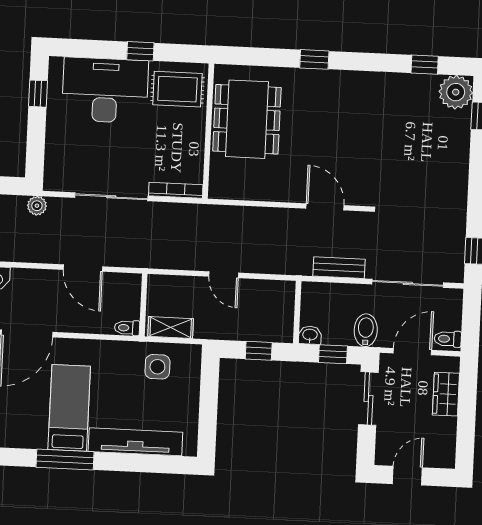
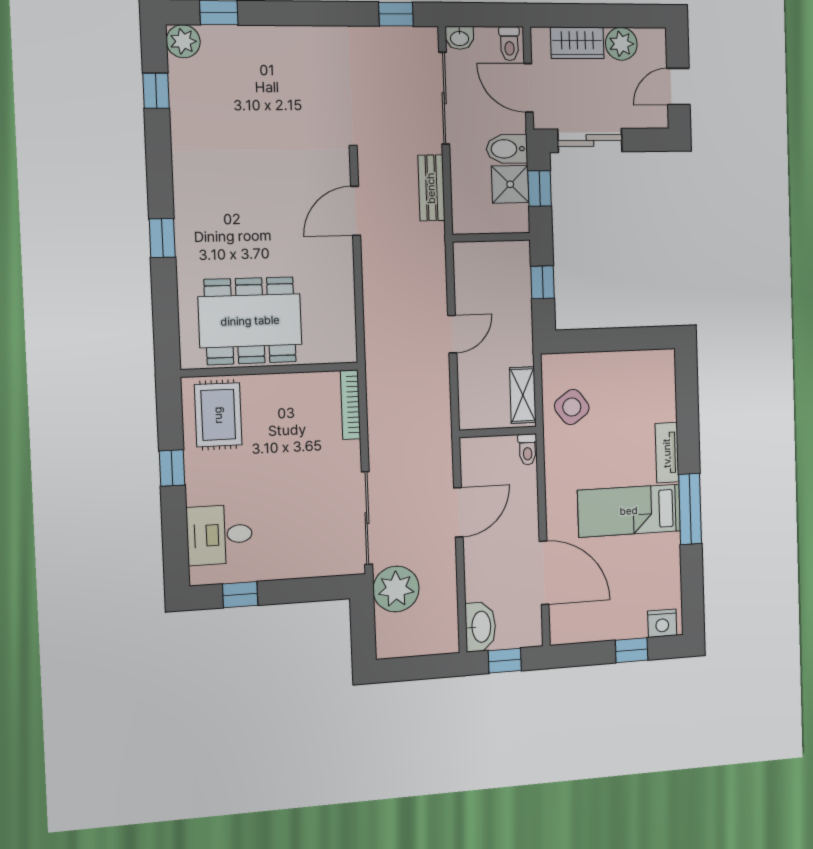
desk: (105, 90) -> (220, 535), width x0.53, depth x0.77
plant: (456, 92) -> (183, 41), width x0.73, depth x0.73
sliding door: (111, 197) -> (367, 518), moved
plant: (37, 206) -> (396, 589), width x1.87, depth x1.87
shower: (338, 331) -> (510, 184), added
washbasin: (310, 335) -> (459, 38), moved, turned -90
side table: (157, 367) -> (572, 407), turned -36
plant: (444, 430) -> (621, 44), added
tv unit: (135, 442) -> (667, 453), width x0.52, depth x0.78
door: (407, 476) -> (678, 87), hinge flipped

